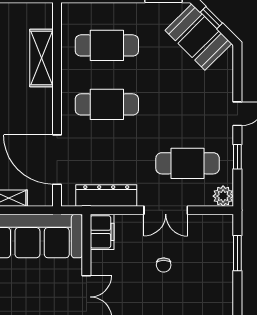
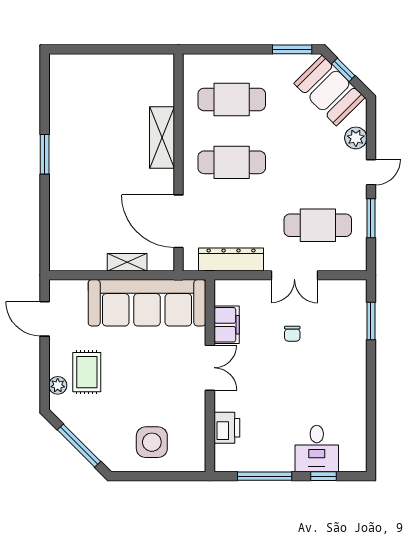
shelving: (41, 58) -> (162, 137), moved
window: (237, 157) -> (371, 218), width x1.50
plant: (223, 196) -> (356, 138), moved
filing cabinet: (102, 232) -> (227, 325), moved

